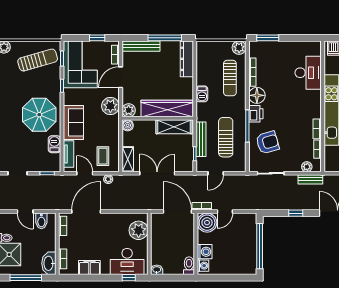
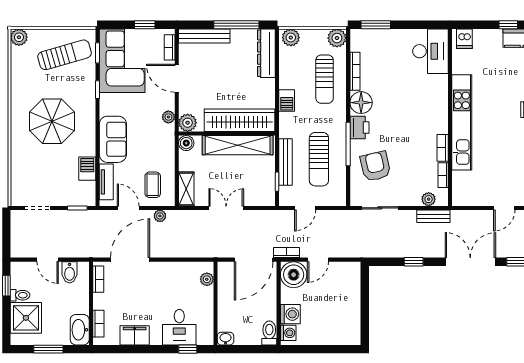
plant: (205, 47) -> (291, 38), added
desk: (308, 73) -> (430, 51), moved
door: (121, 77) -> (177, 78), hinge flipped
plant: (110, 106) -> (168, 117), width x0.53, depth x0.53
parasol: (39, 115) -> (52, 121), moved
shelving: (174, 127) -> (238, 145), width x1.47
sun lounger: (226, 137) -> (319, 159), turned 180
armchair: (268, 142) -> (375, 166), turned -87
double door: (157, 173) -> (226, 208), width x0.73
door: (177, 212) -> (254, 260), swing flipped
plant: (139, 230) -> (207, 279), width x0.53, depth x0.53
window: (260, 246) -> (365, 306), removed
desk: (127, 261) -> (179, 327), width x0.73
window: (26, 278) -> (48, 349), width x0.69

